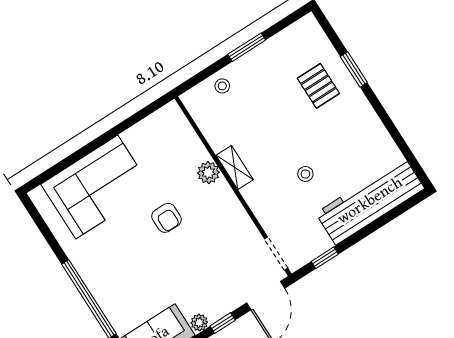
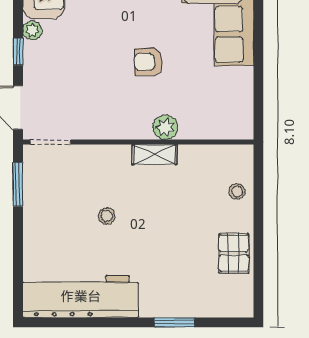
window: (247, 47) -> (258, 237), removed
pallet: (318, 86) -> (234, 253), moved, turned 90
workbench: (370, 201) -> (81, 296), moved, turned -90
window: (325, 258) -> (18, 184), width x1.50

